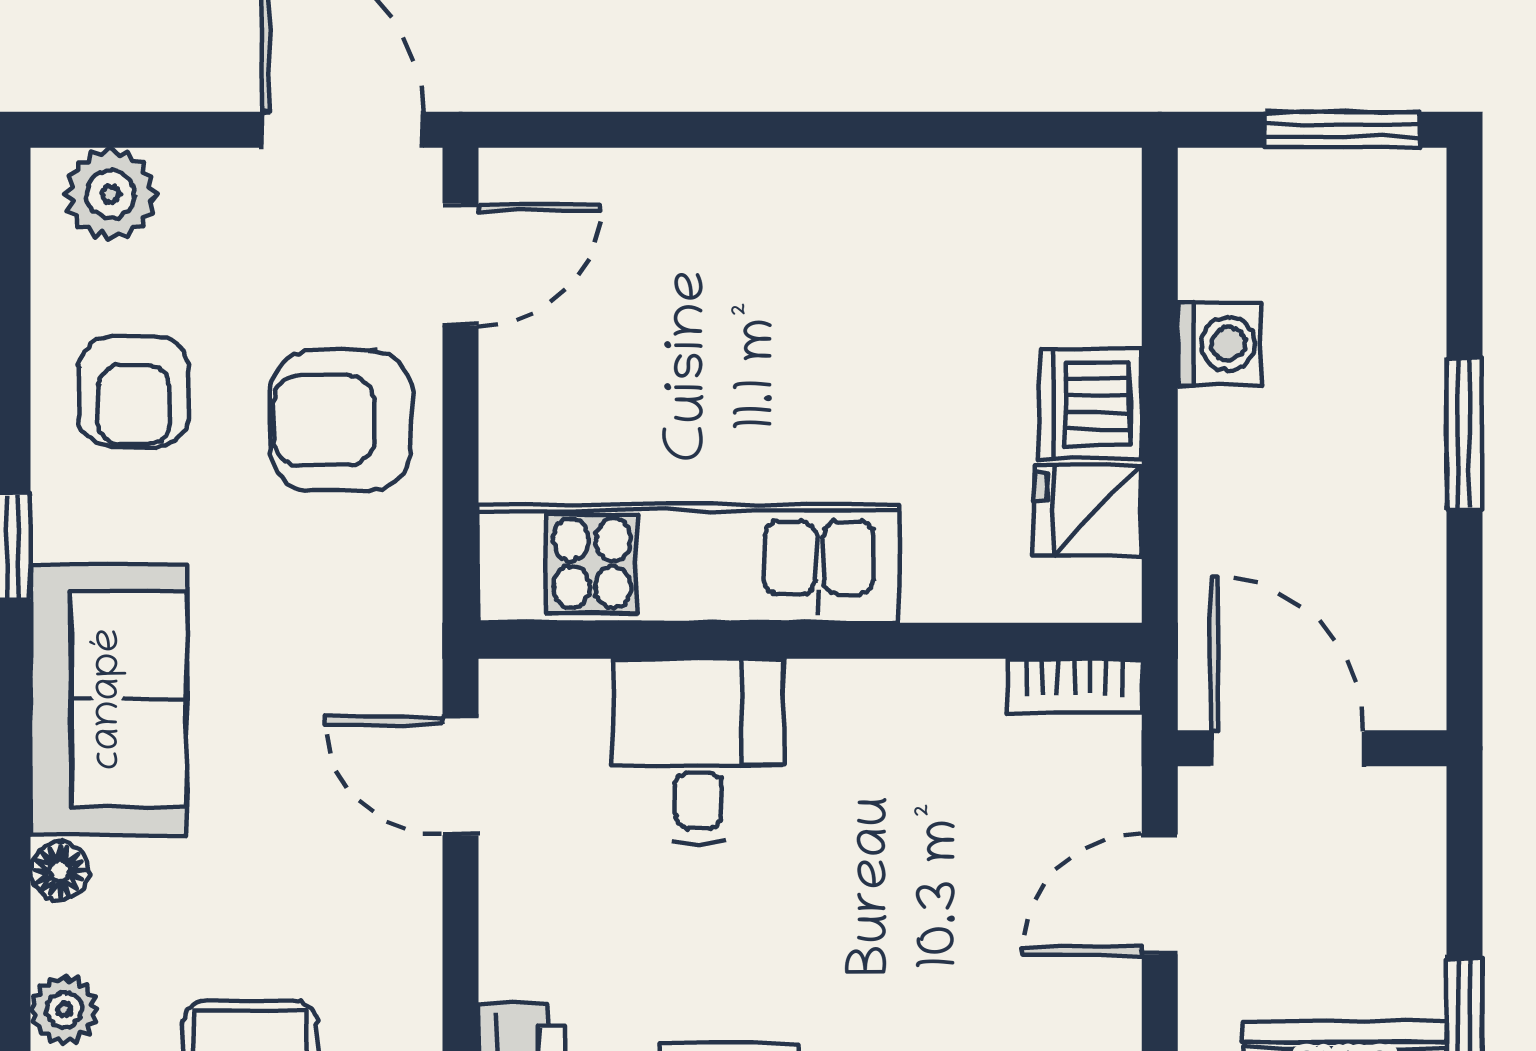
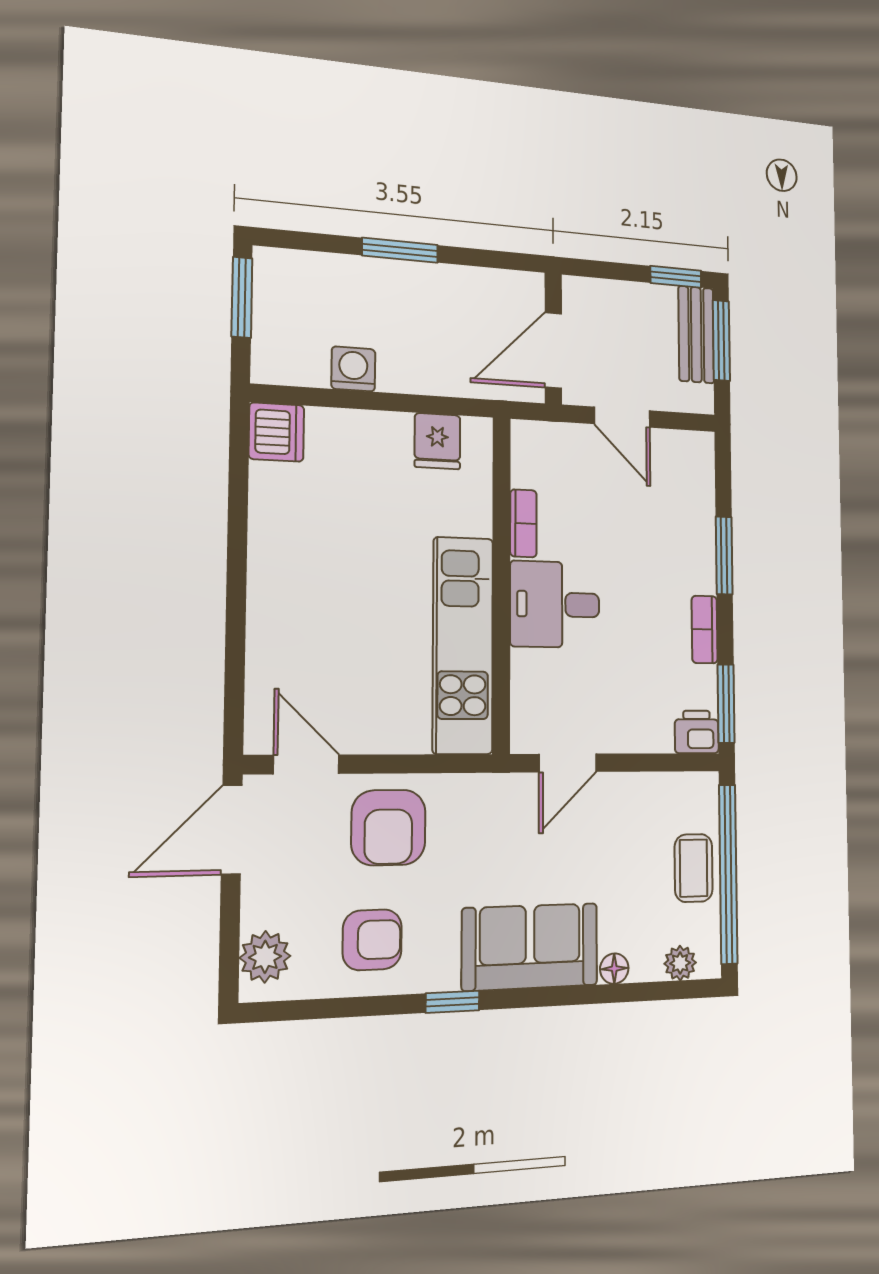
dishwasher: (1091, 404) -> (276, 432), moved, turned -90
bookcase: (1075, 686) -> (523, 523), moved
desk: (698, 751) -> (555, 604), moved

